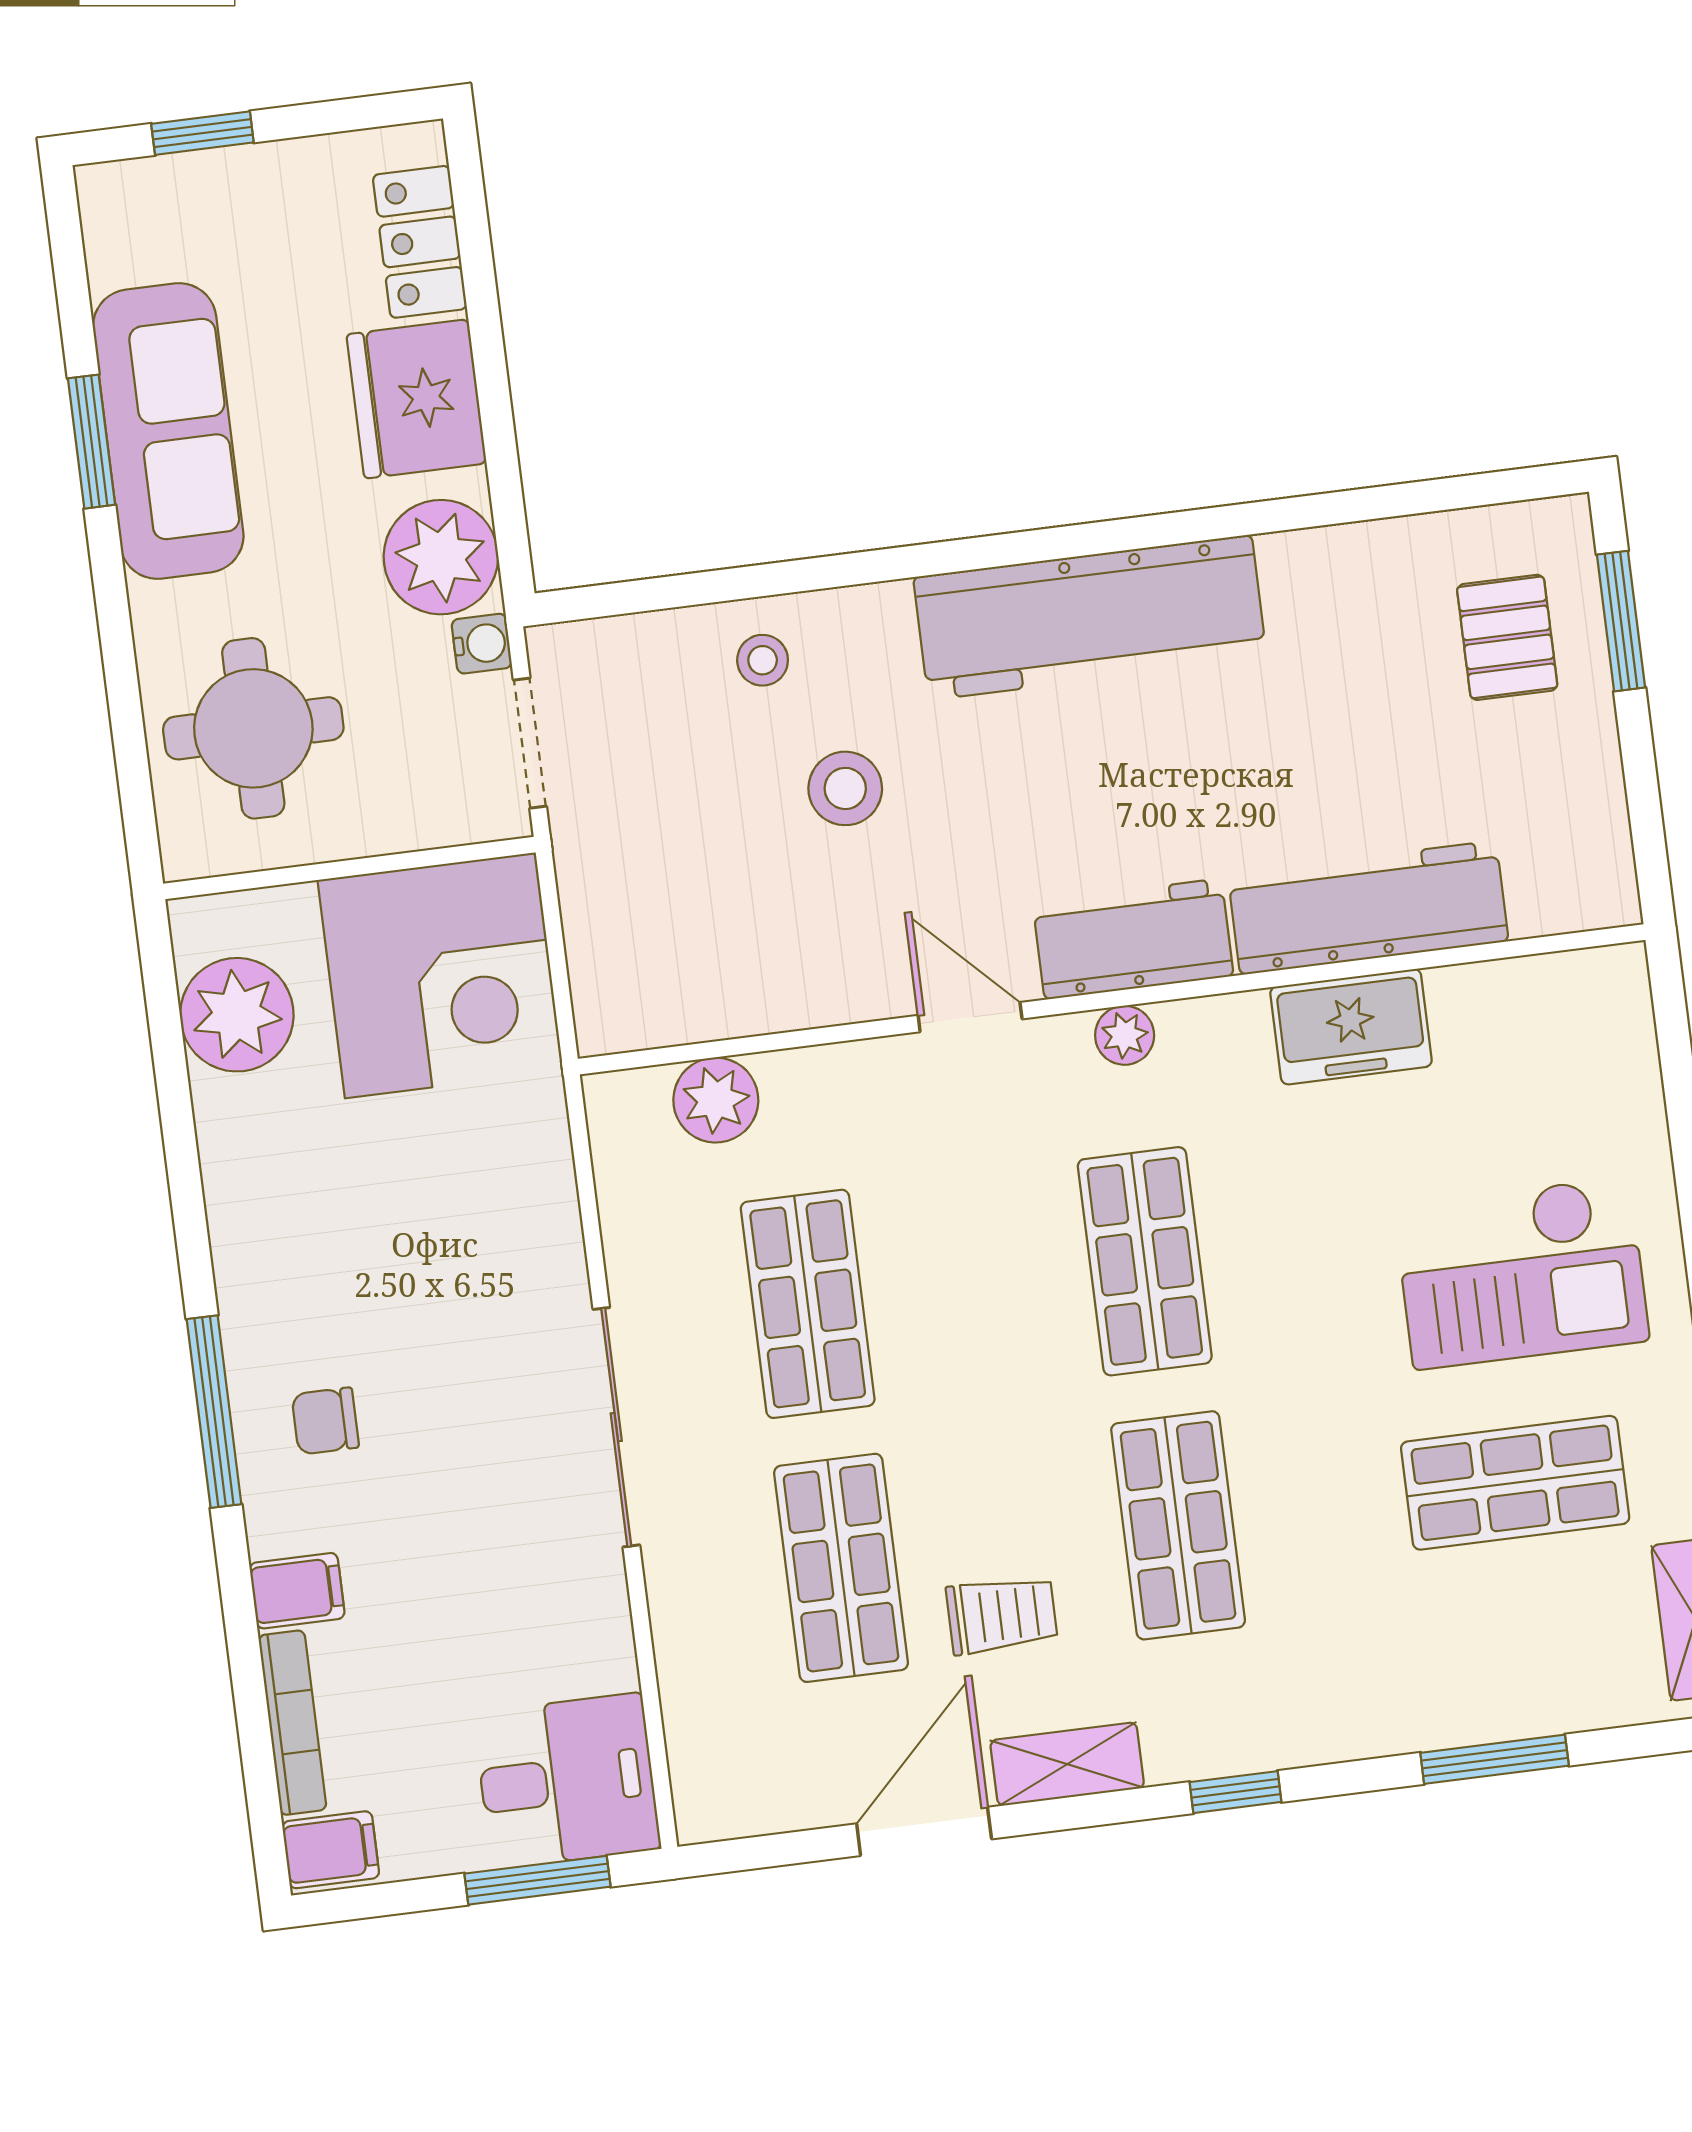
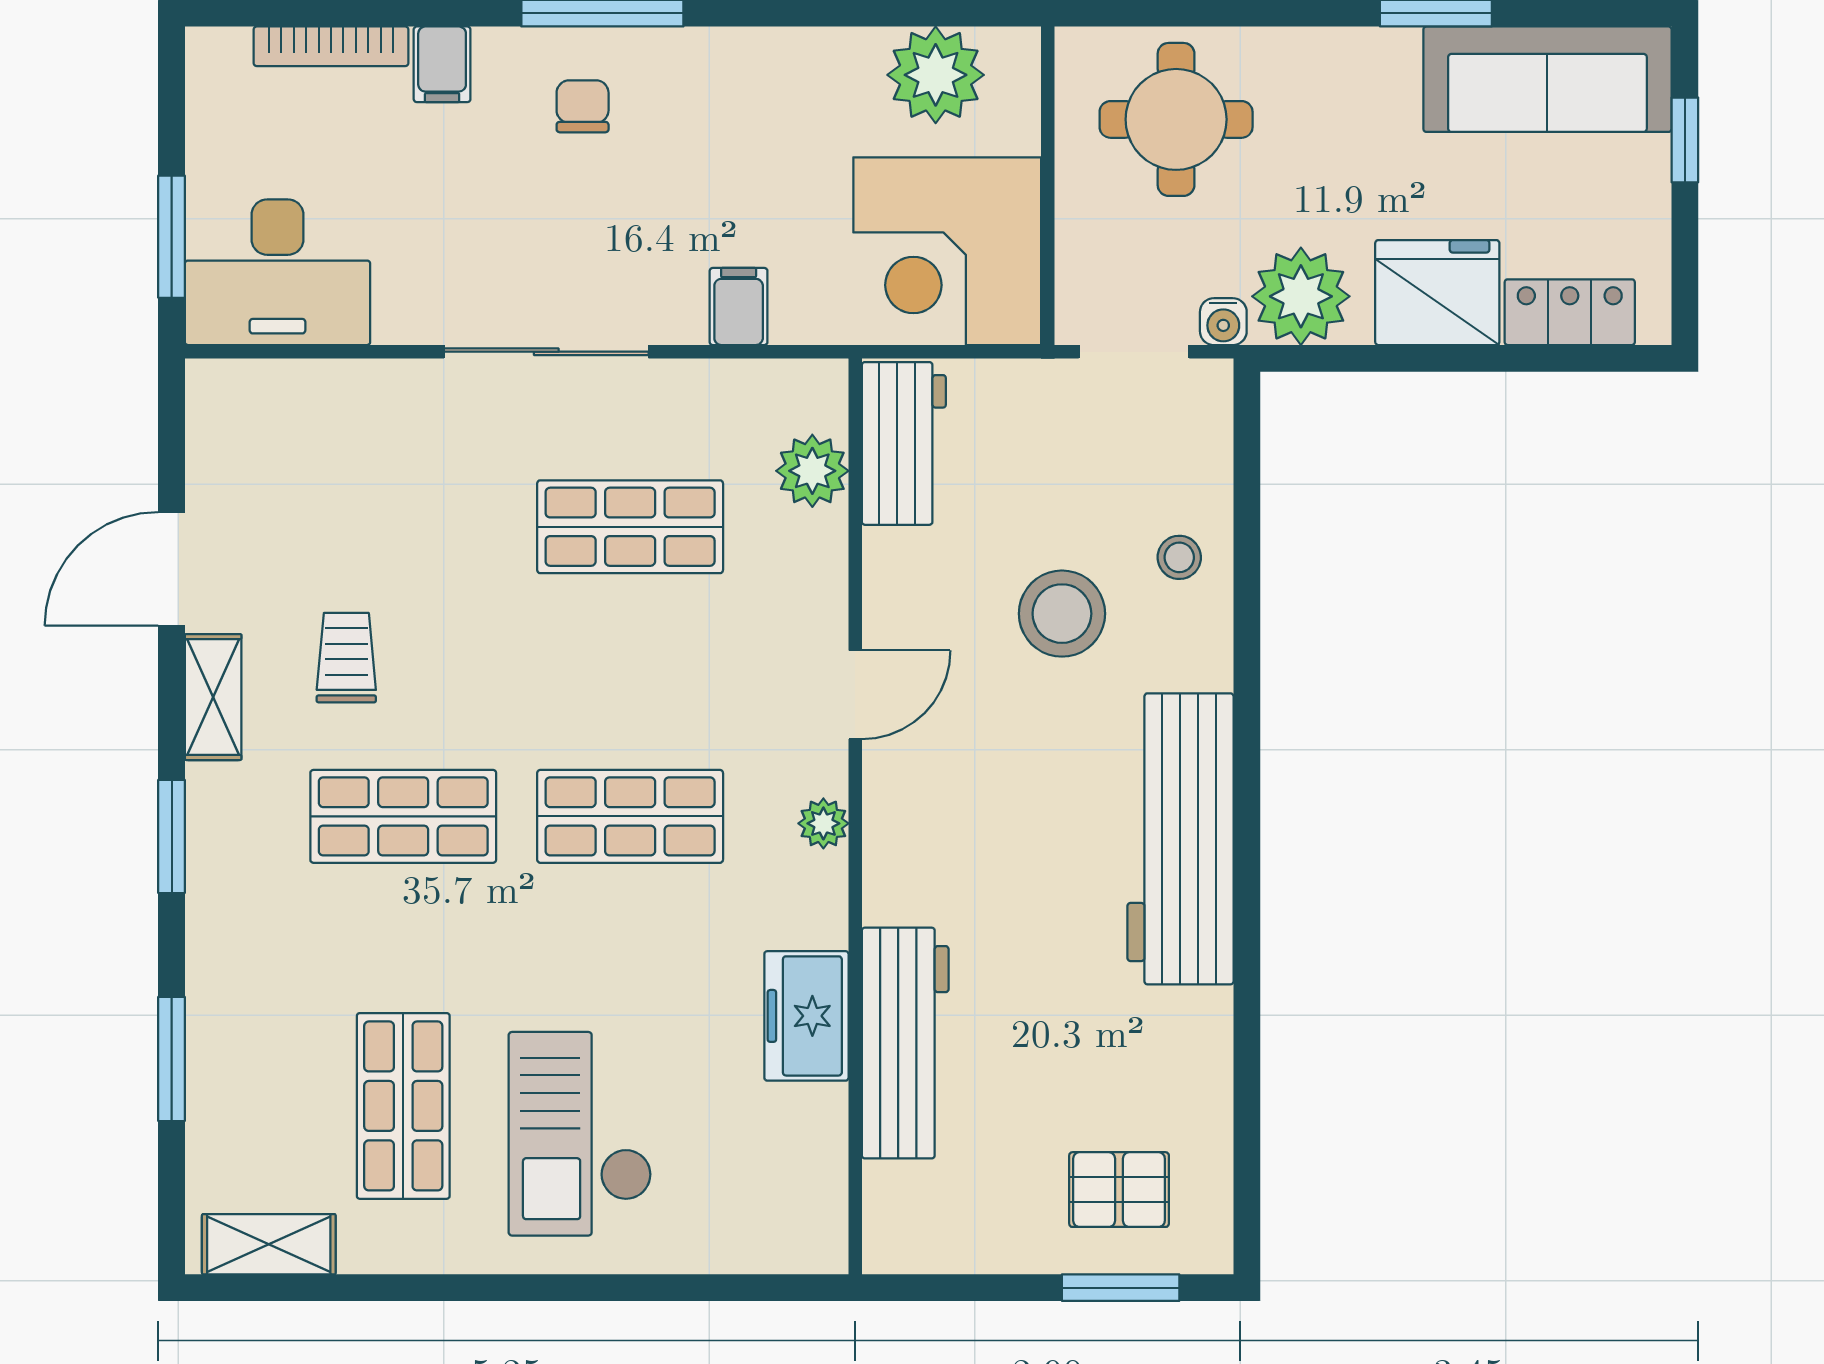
sofa: (168, 431) -> (1547, 79), moved
stool: (845, 788) -> (1062, 614), width x1.38, depth x1.38
workbench: (1133, 939) -> (904, 443), moved
shop shelf: (841, 1568) -> (403, 527), removed
trolley: (1002, 1615) -> (346, 658), turned 180
desk: (567, 1781) -> (277, 272), width x1.37
window: (1236, 1792) -> (172, 836), width x1.50
door: (924, 1831) -> (172, 569), swing flipped
filing cabinet: (331, 1850) -> (739, 307), moved, turned 180

